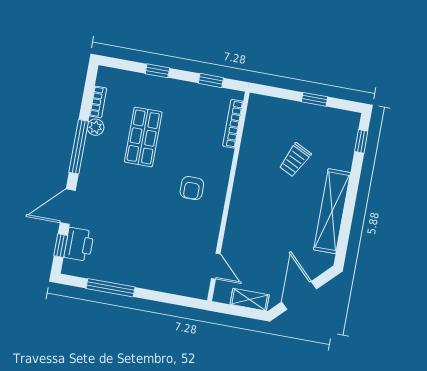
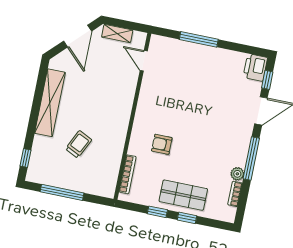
window: (211, 80) -> (157, 212), moved
window: (315, 99) -> (62, 192), width x2.17
shop shelf: (143, 137) -> (183, 195), moved, turned 90
armchair: (192, 188) -> (162, 144), moved, turned -90
printer: (79, 244) -> (255, 67), moved
window: (110, 288) -> (199, 39), moved

